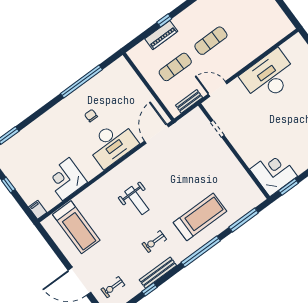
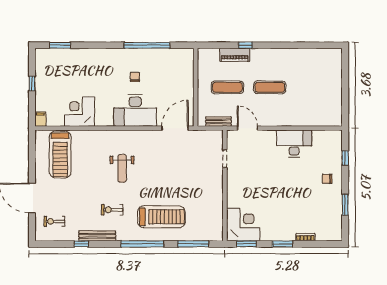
desk: (269, 76) -> (294, 144), width x0.73, depth x0.77

